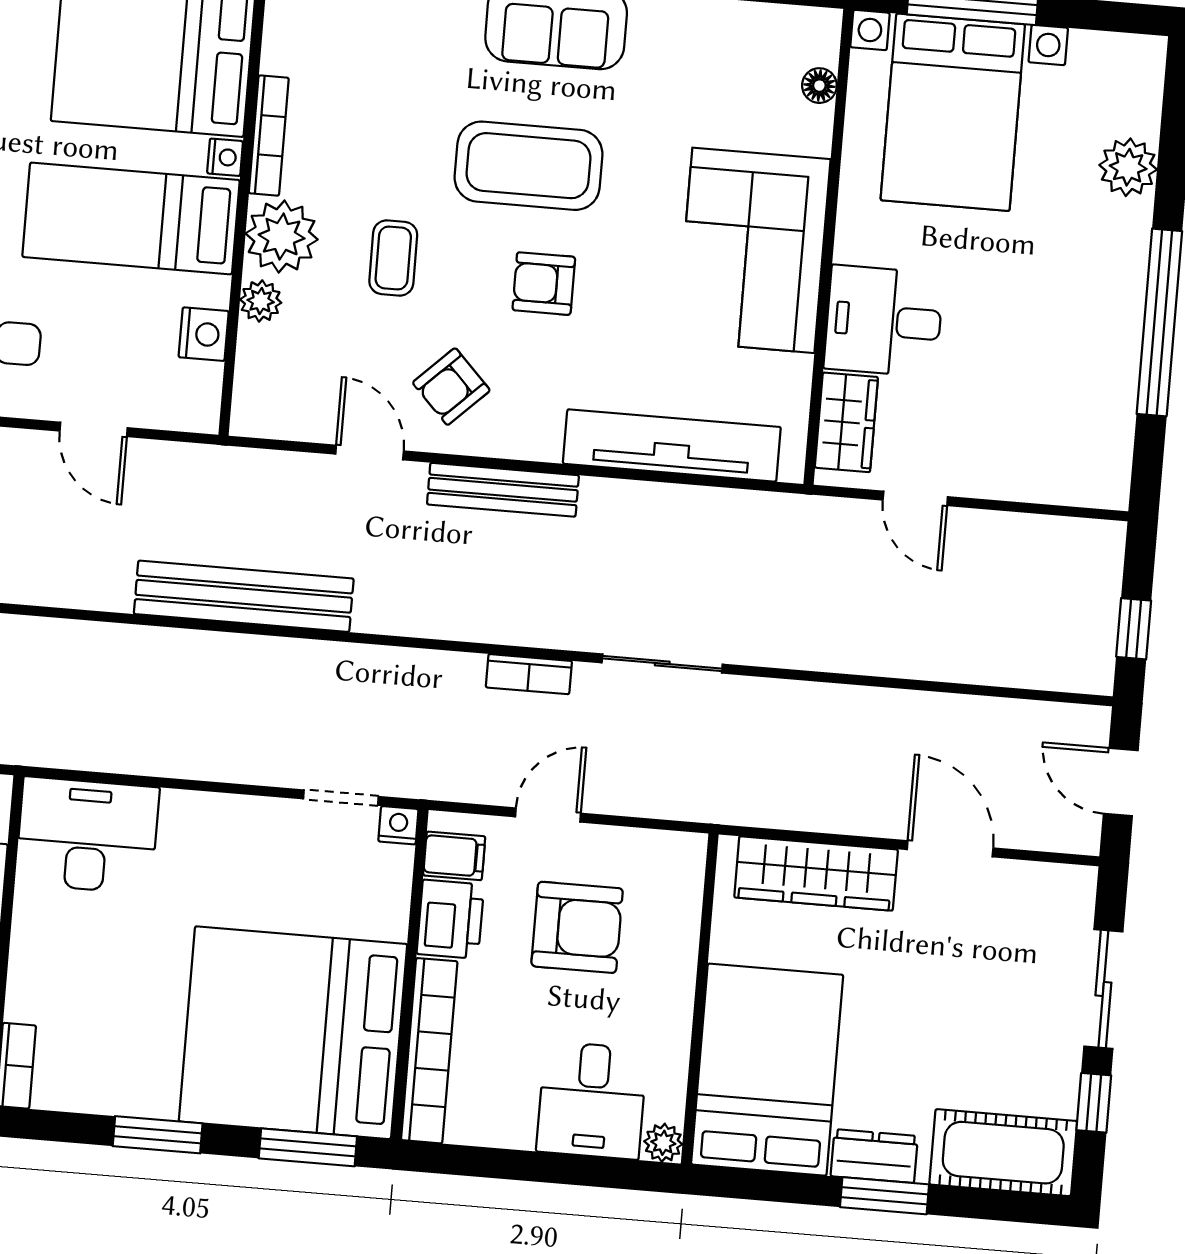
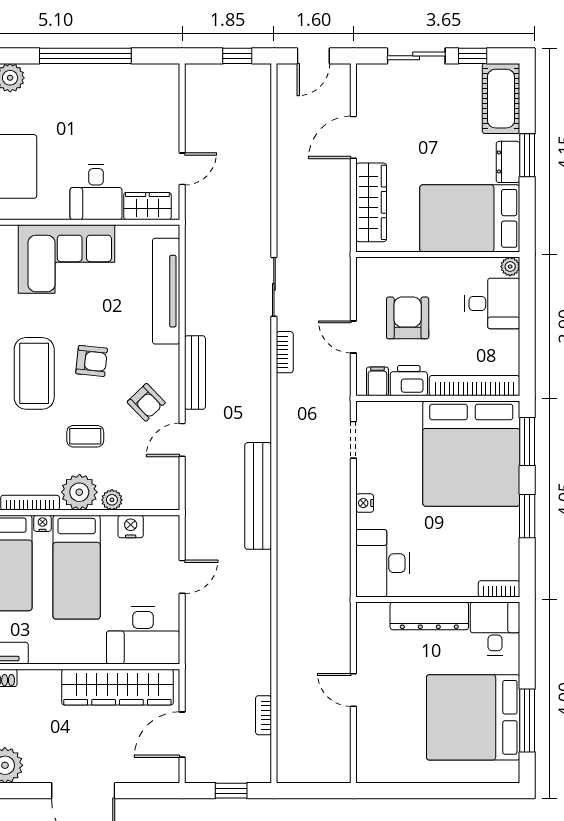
armchair: (544, 284) -> (92, 361), turned -84
nightstand: (398, 825) -> (365, 503), moved

